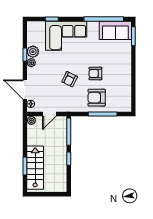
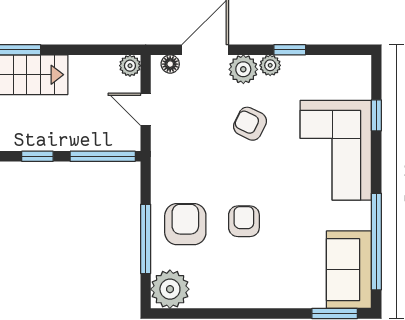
plant: (33, 52) -> (243, 69), moved
armchair: (70, 79) -> (250, 124), moved
plant: (123, 104) -> (170, 289), added

